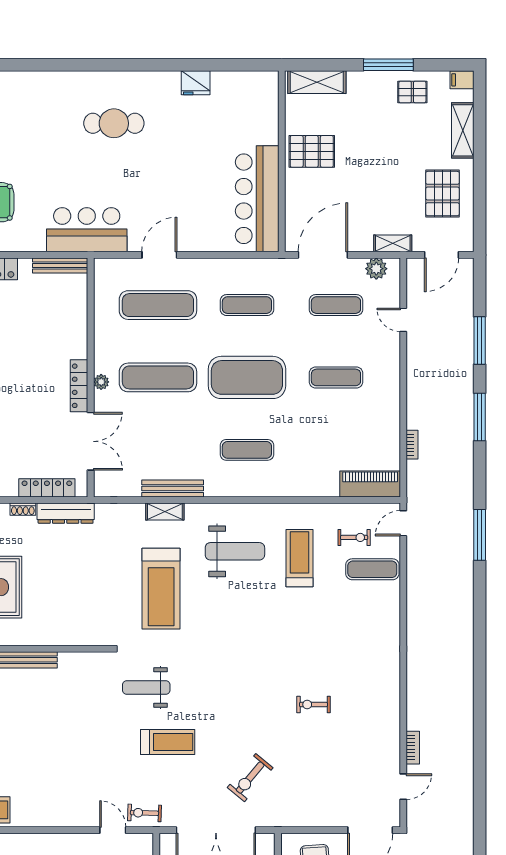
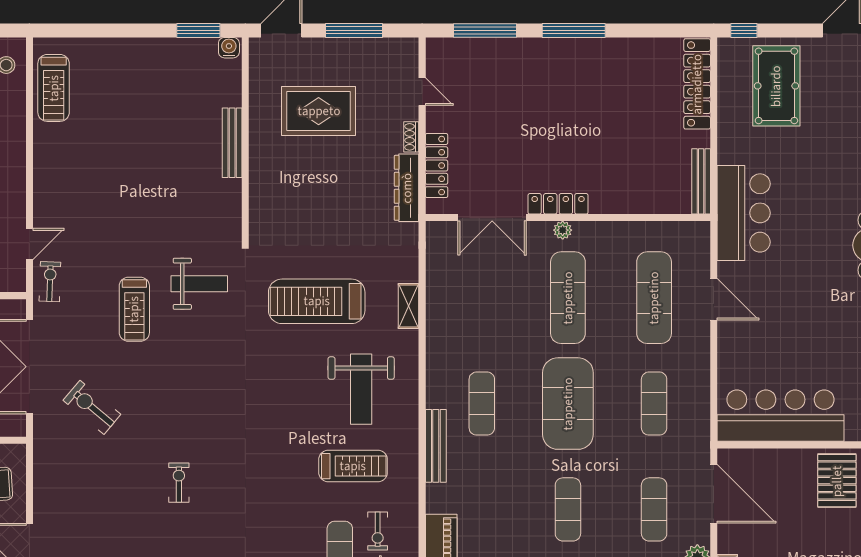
bench: (173, 489) -> (436, 446), moved
weight bench: (146, 687) -> (199, 284), turned 90

